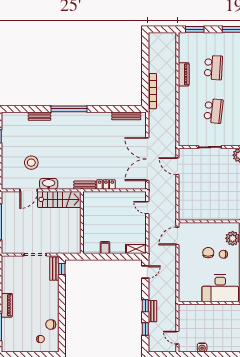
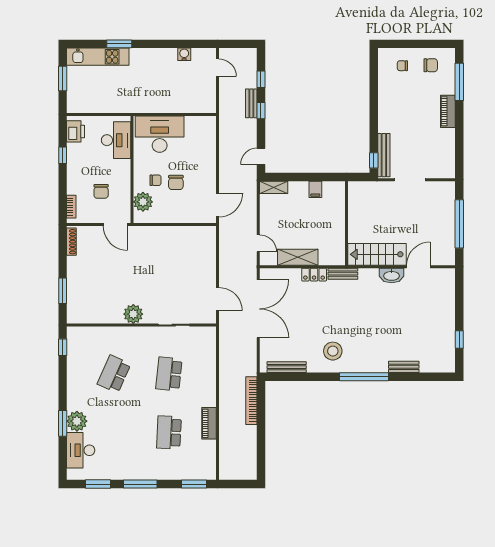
stool: (31, 163) -> (333, 351), moved
shelving: (118, 197) -> (298, 257), added
bench: (54, 269) -> (384, 155), width x1.36
chair: (51, 324) -> (431, 65), moved

